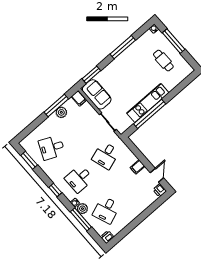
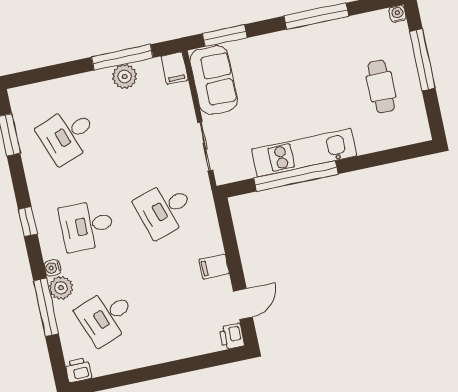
desk: (52, 148) -> (68, 135), turned -45

